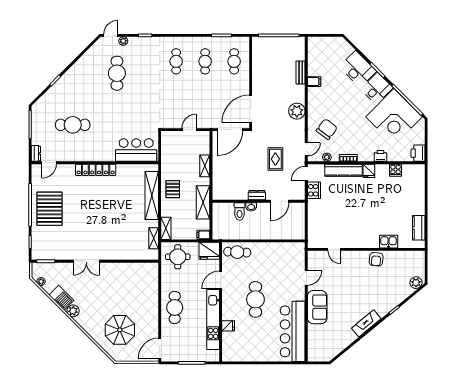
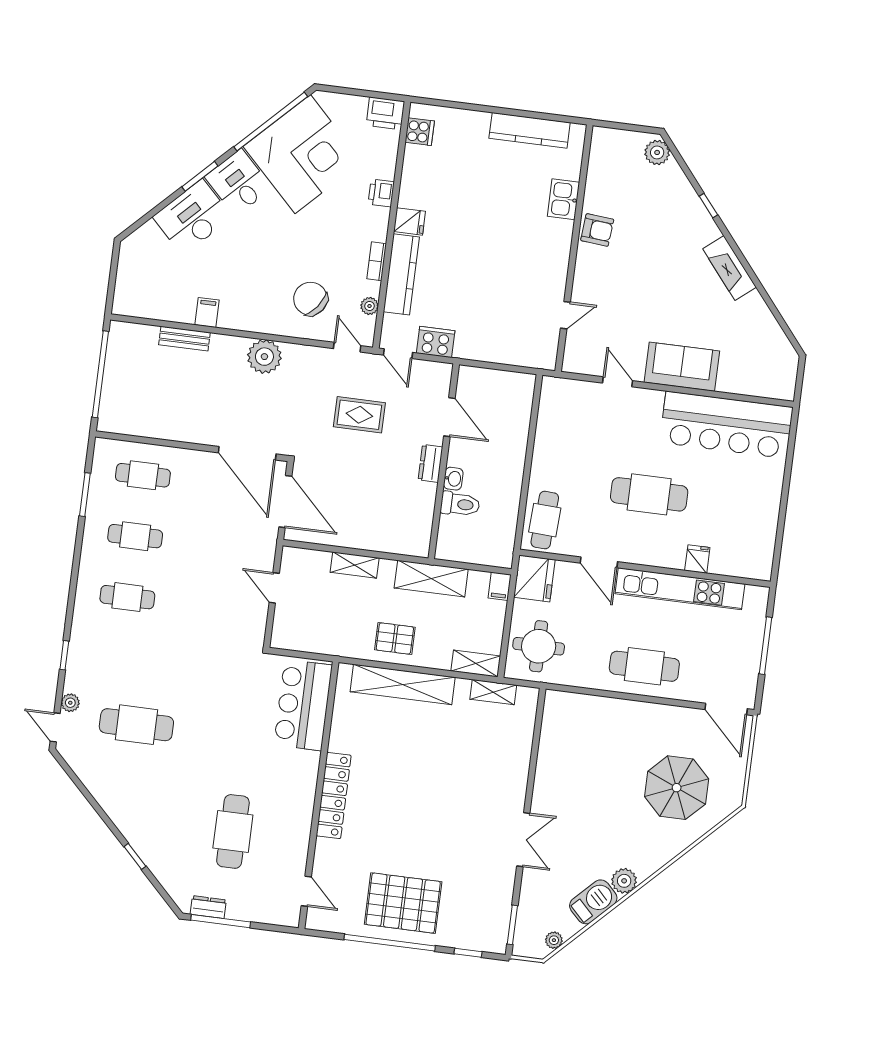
dresser: (36, 153) -> (208, 907), moved
cooker: (396, 170) -> (420, 132), moved
kitchen counter: (419, 228) -> (530, 130), width x1.50

